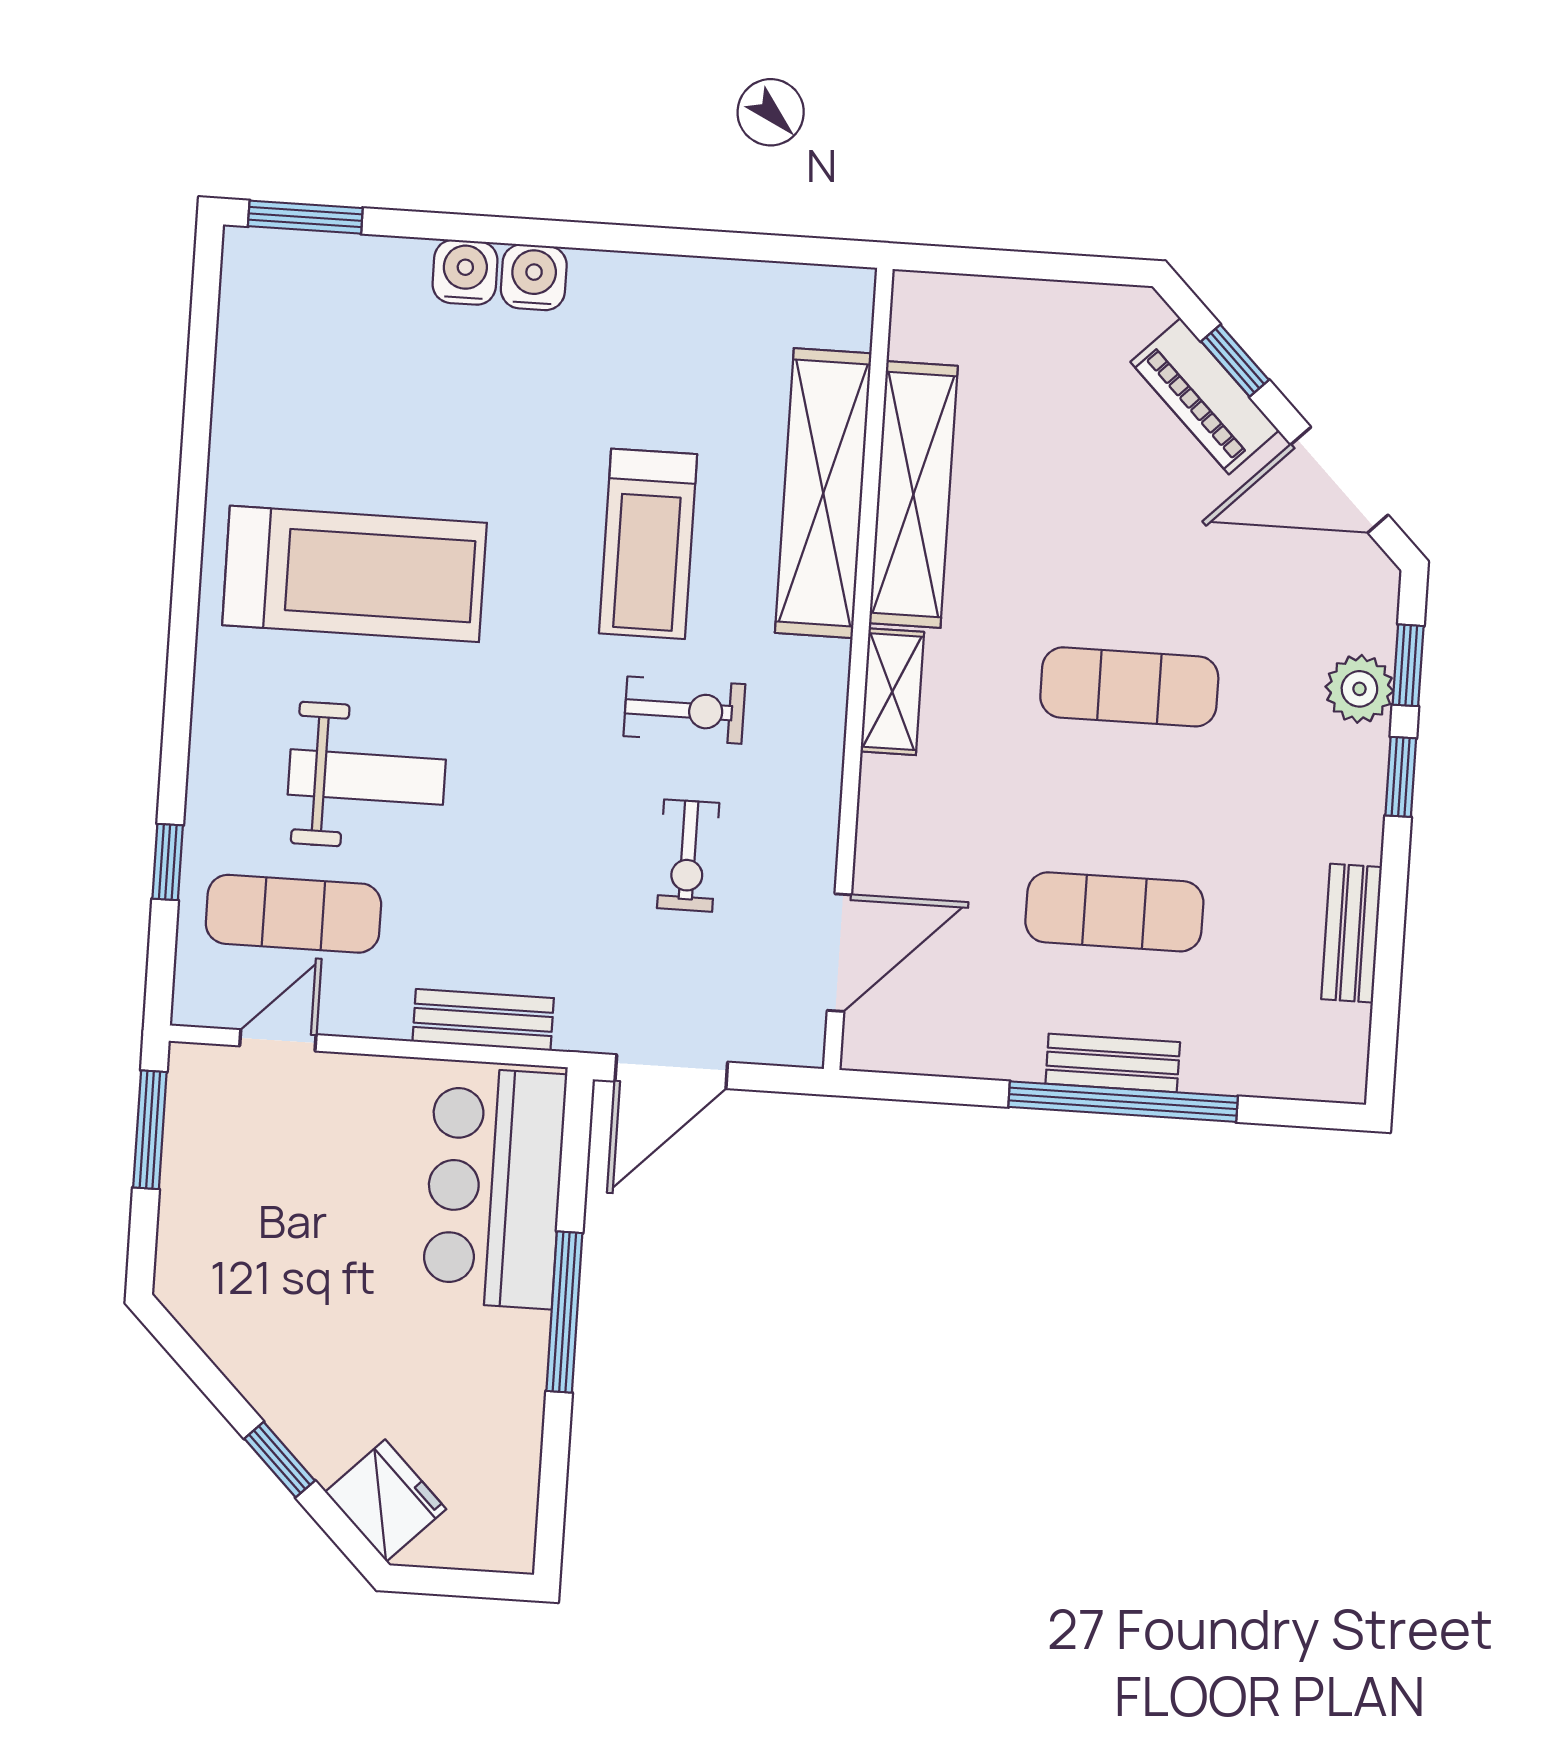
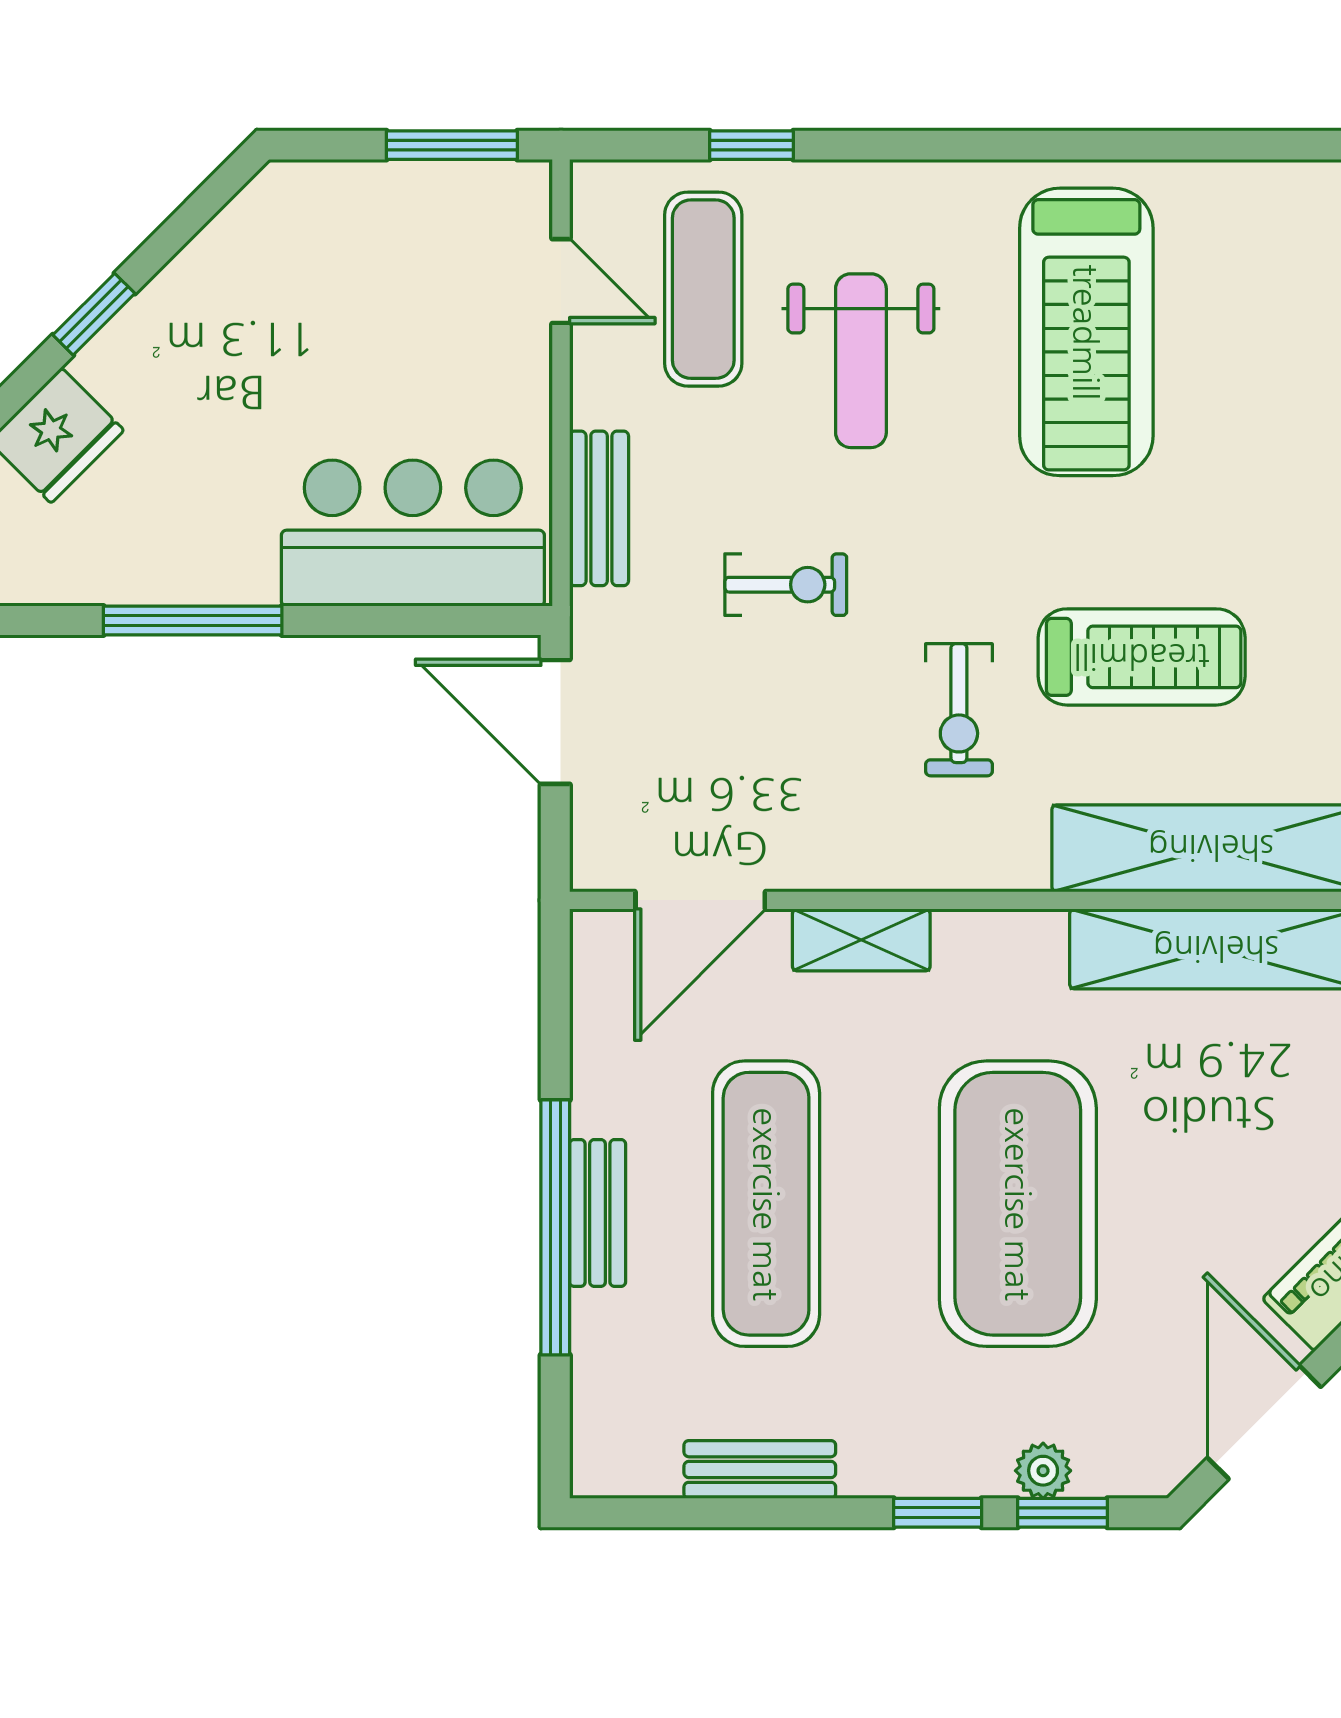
treadmill: (648, 544) -> (1142, 657), turned 180
exercise mat: (1129, 687) -> (1018, 1204), width x2.00, depth x1.45
plant: (1359, 689) -> (1043, 1471), width x0.73, depth x0.73
shelving: (892, 692) -> (861, 940), moved
exercise bike: (688, 856) -> (786, 585), moved, turned 180
exercise mat: (1114, 912) -> (766, 1204), width x1.36, depth x1.45
door: (839, 953) -> (700, 900), hinge flipped
window: (564, 1312) -> (193, 621), moved

